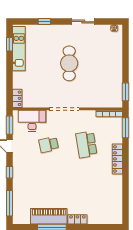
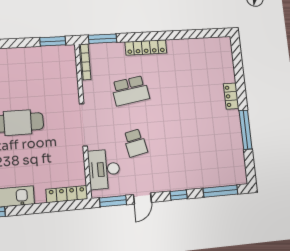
locker: (17, 98) -> (67, 194), width x1.53
piano: (49, 216) -> (232, 135), removed

